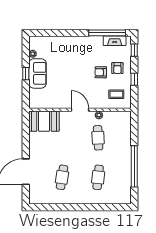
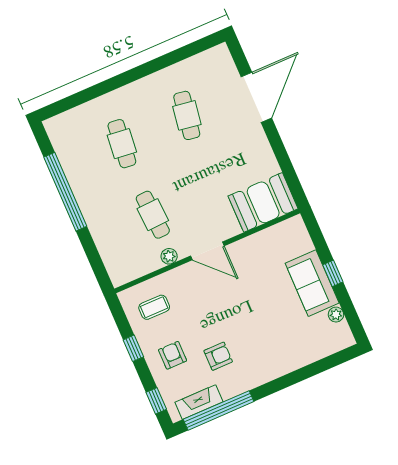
armchair: (101, 72) -> (218, 356), moved

